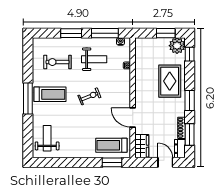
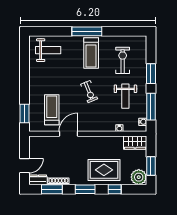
window: (190, 54) -> (115, 189), moved
treadmill: (111, 145) -> (52, 110), moved
wardrobe: (142, 146) -> (135, 143), moved

